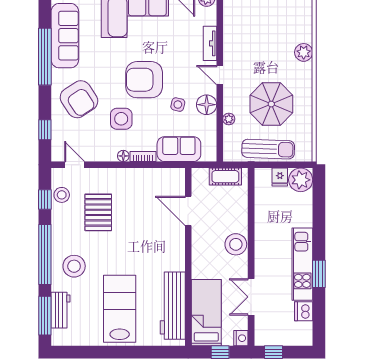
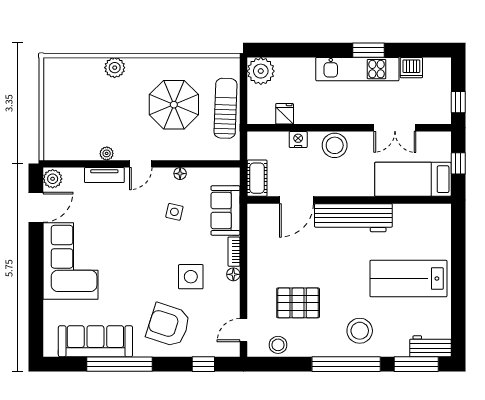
armchair: (144, 80) -> (146, 250), removed
armchair: (79, 99) -> (168, 325), turned -129
floor lamp: (207, 105) -> (180, 174), width x0.53, depth x0.53
plant: (229, 119) -> (107, 153), moved
cot: (225, 177) -> (257, 178), moved
fridge: (280, 177) -> (285, 114), moved, turned -90
window: (45, 200) -> (283, 364), removed
workbench: (173, 306) -> (353, 218), moved
workbench: (60, 310) -> (430, 346), moved
nightstand: (241, 338) -> (298, 140), moved

